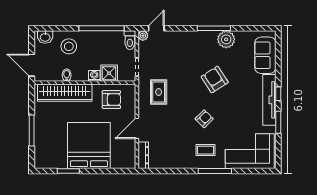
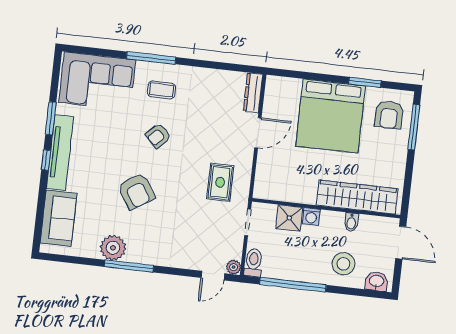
armchair: (111, 100) -> (389, 115), moved, turned -90
window: (32, 131) -> (414, 127), moved

